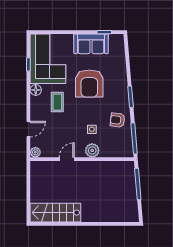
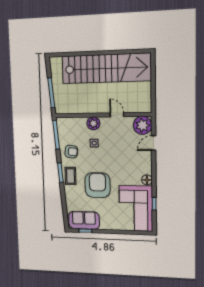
sofa: (91, 44) -> (84, 220), moved
coffee table: (57, 102) -> (71, 176), moved
plant: (35, 152) -> (143, 125), width x1.88, depth x1.88
door: (67, 159) -> (117, 115), swing flipped
stairs: (55, 213) -> (106, 68), width x1.86, depth x1.51

